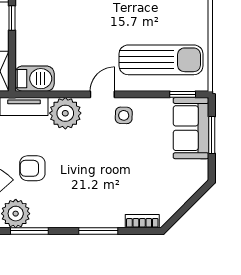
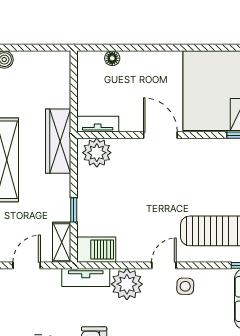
window: (12, 18) -> (74, 210), moved

